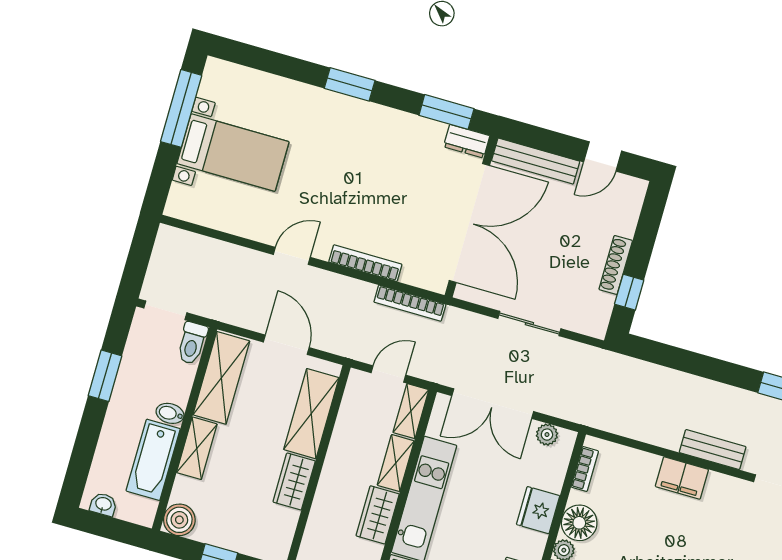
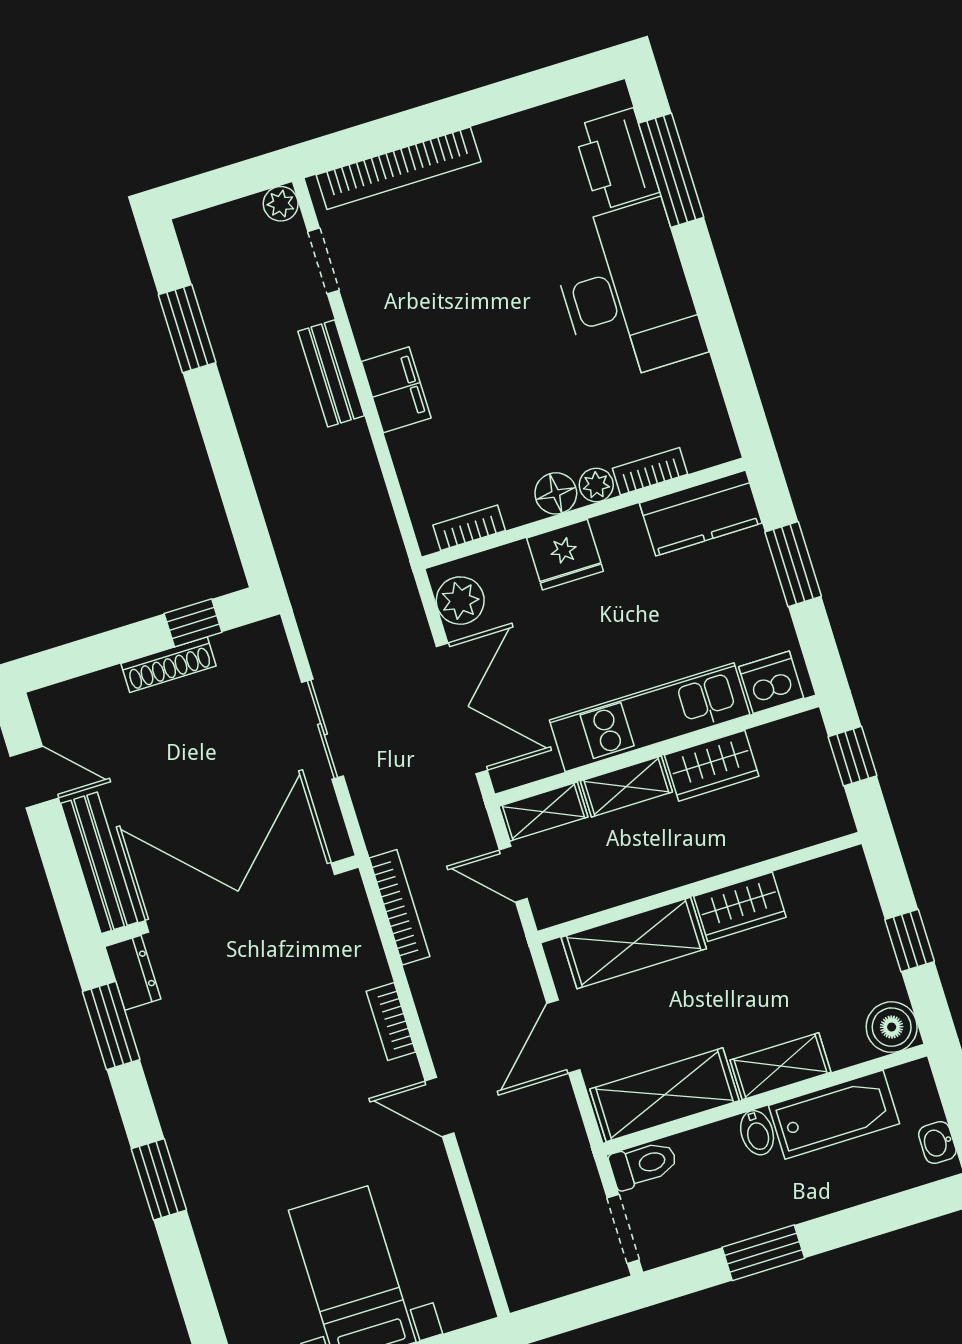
bookcase: (365, 263) -> (391, 1022), width x0.64
plant: (547, 435) -> (460, 601), width x1.38, depth x1.38
floor lamp: (579, 523) -> (556, 493), width x0.73, depth x0.73

